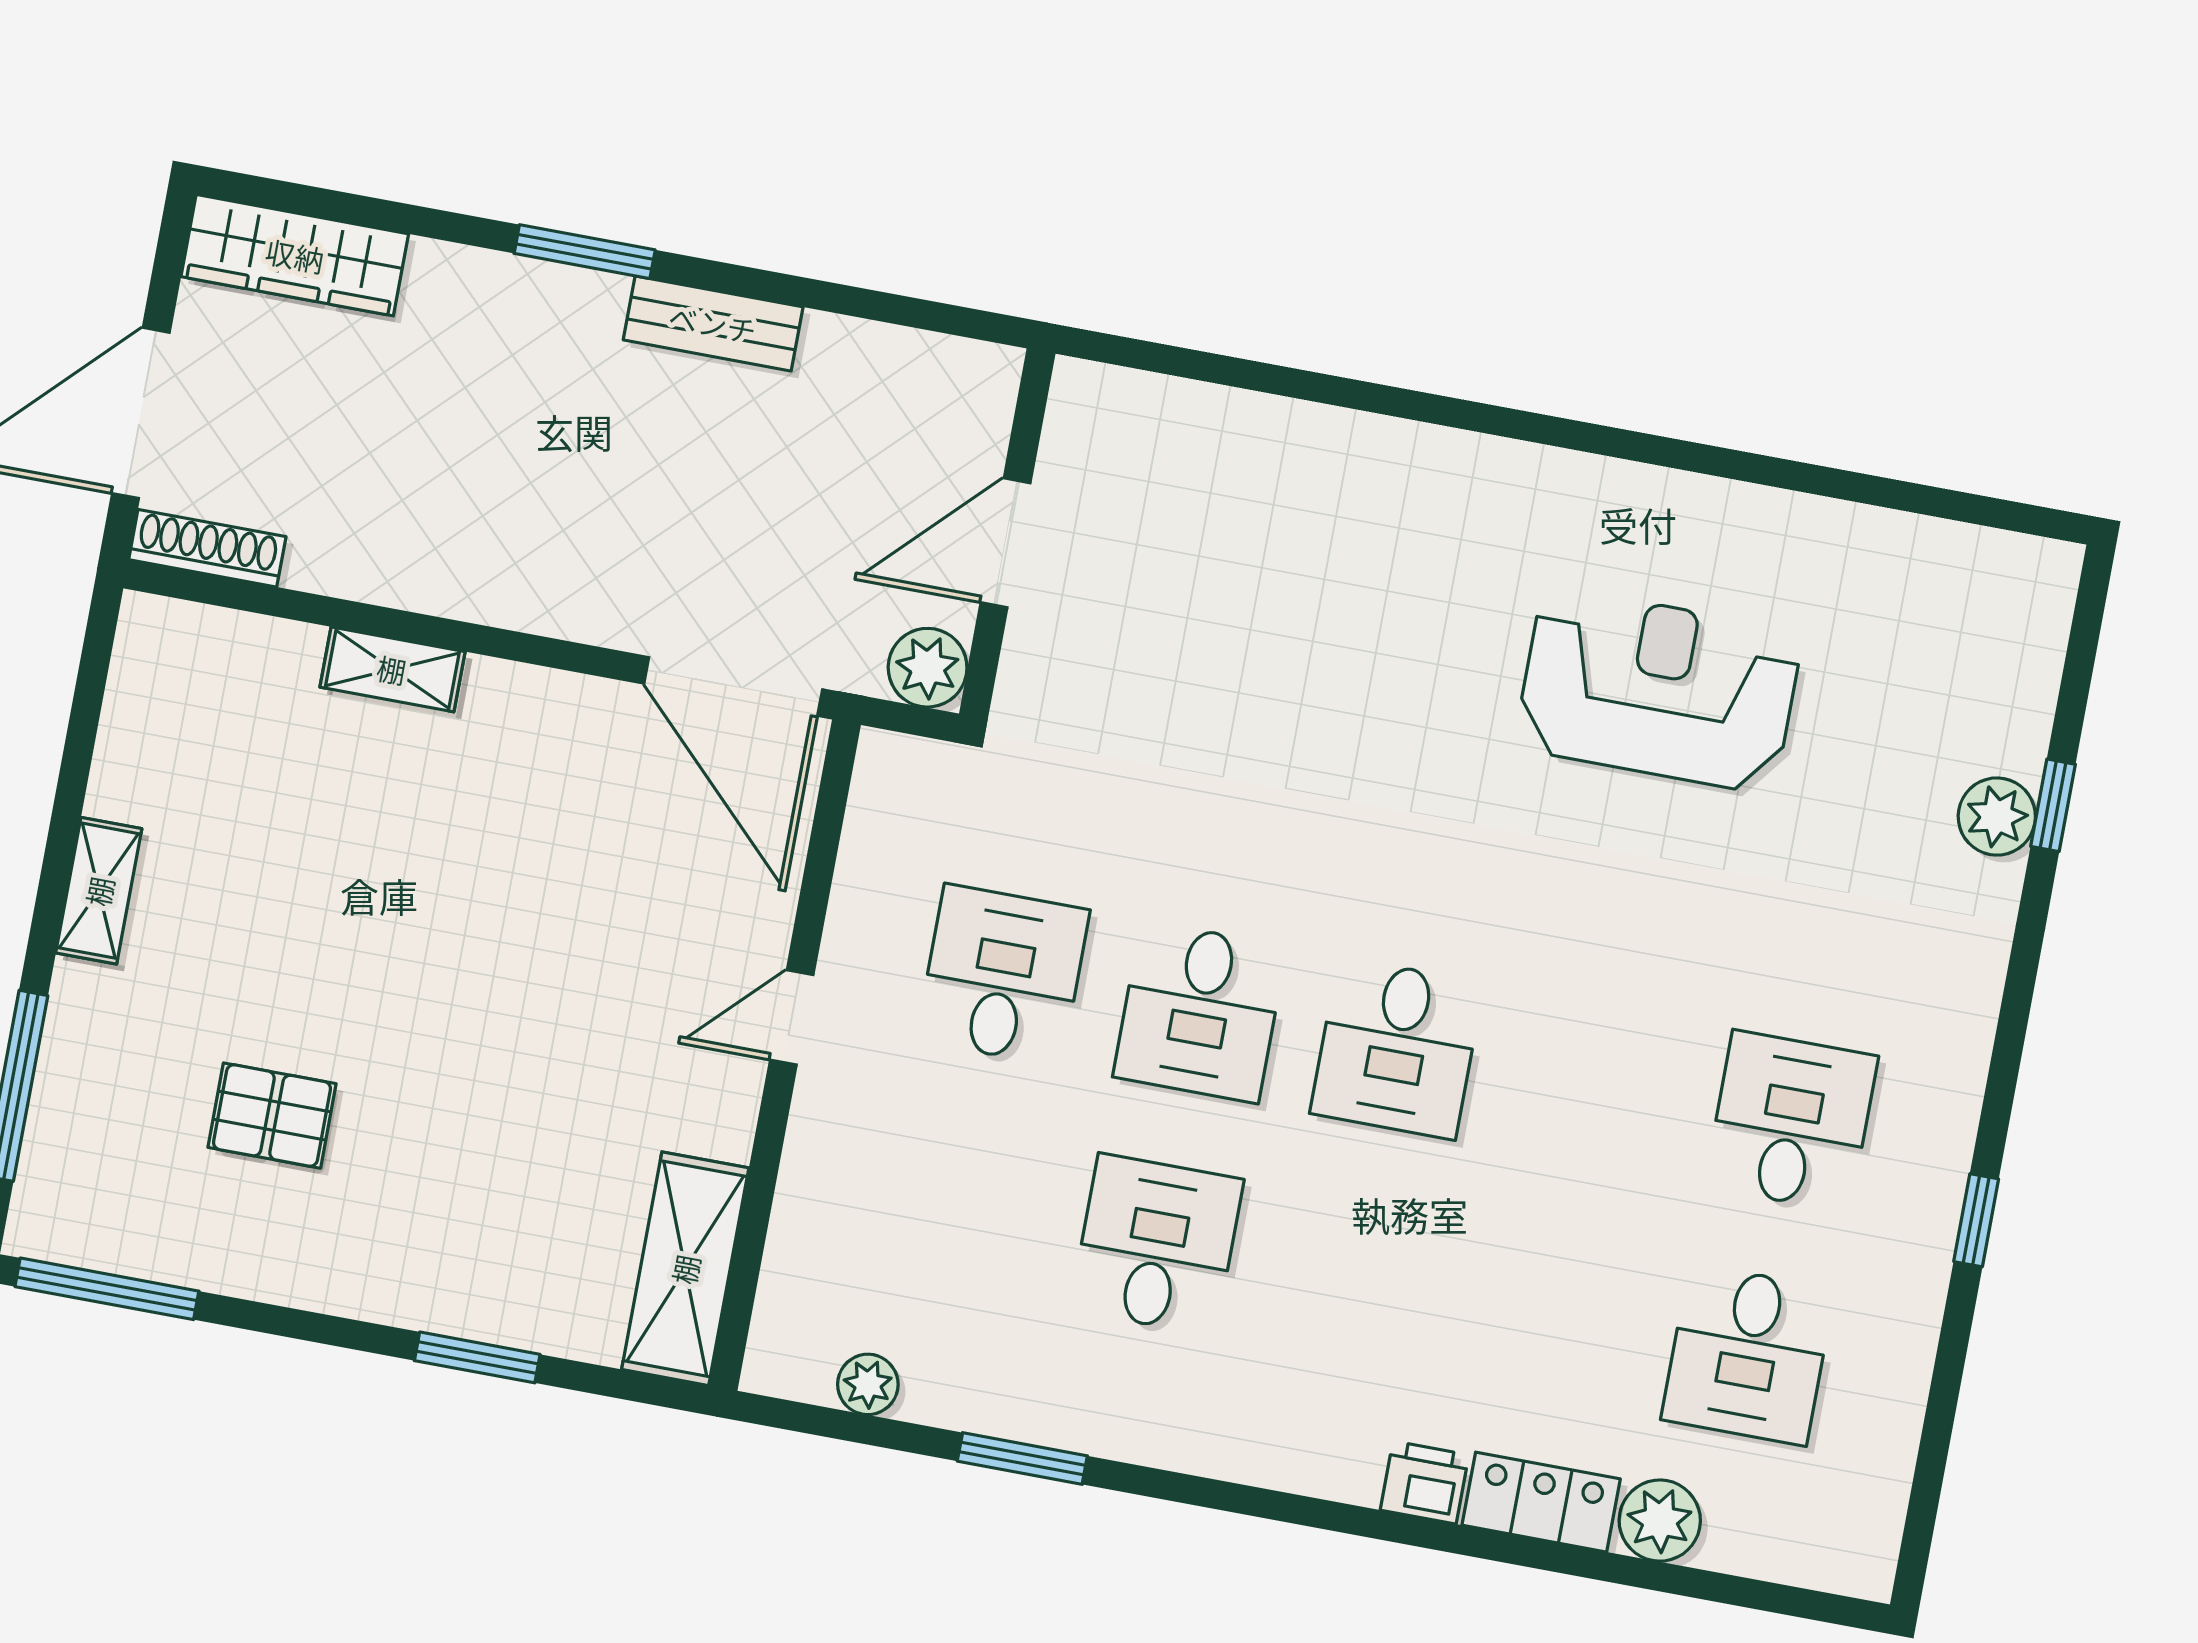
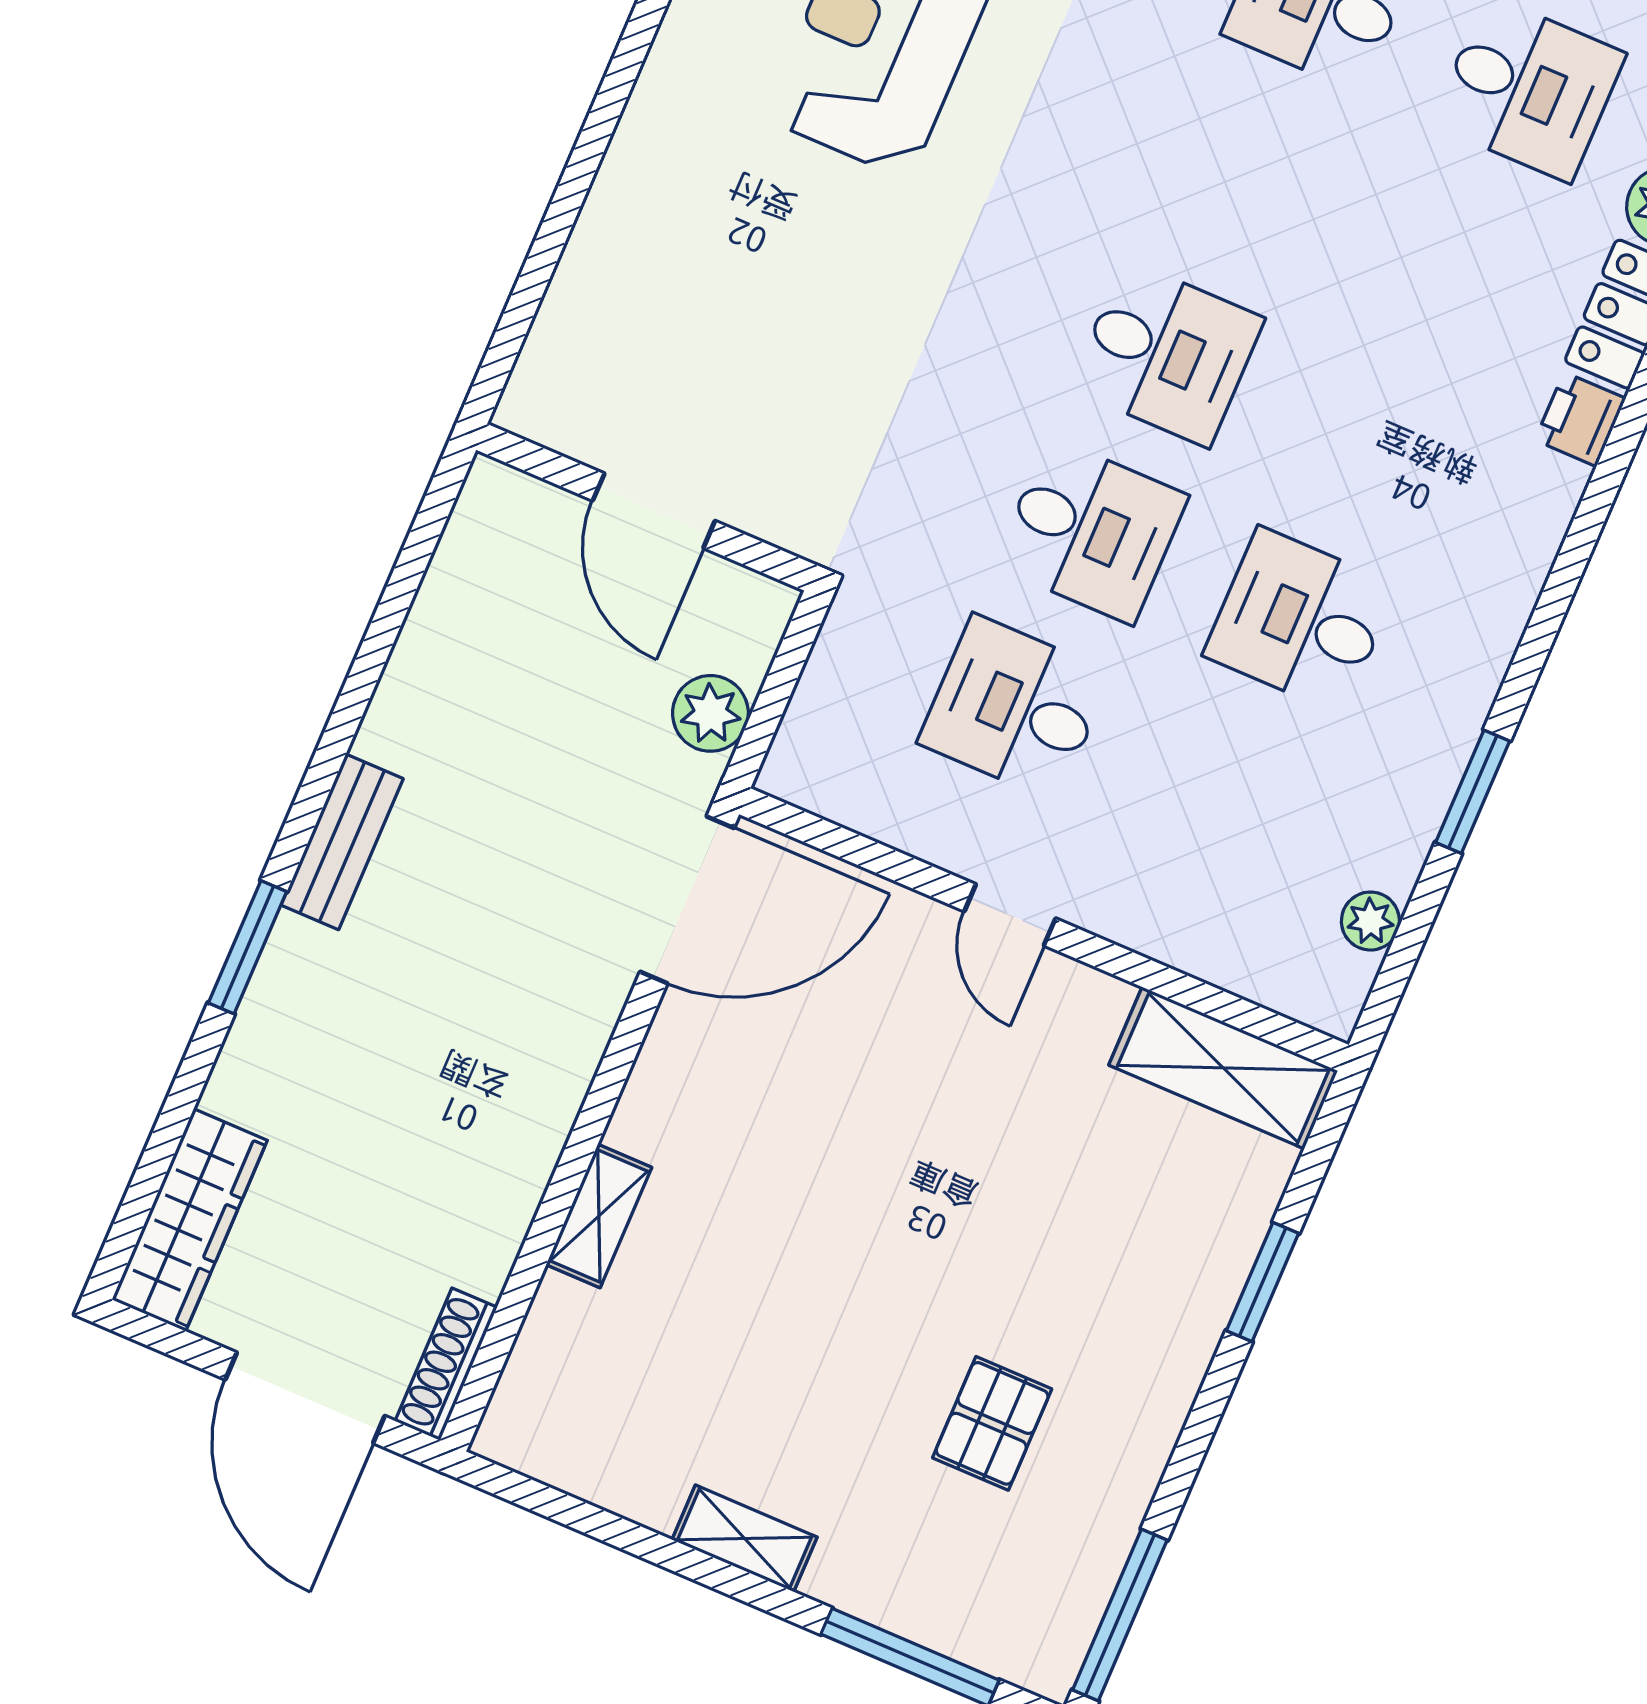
wall: (1007, 534) -> (646, 507), moved
door: (1006, 543) -> (654, 511), moved

